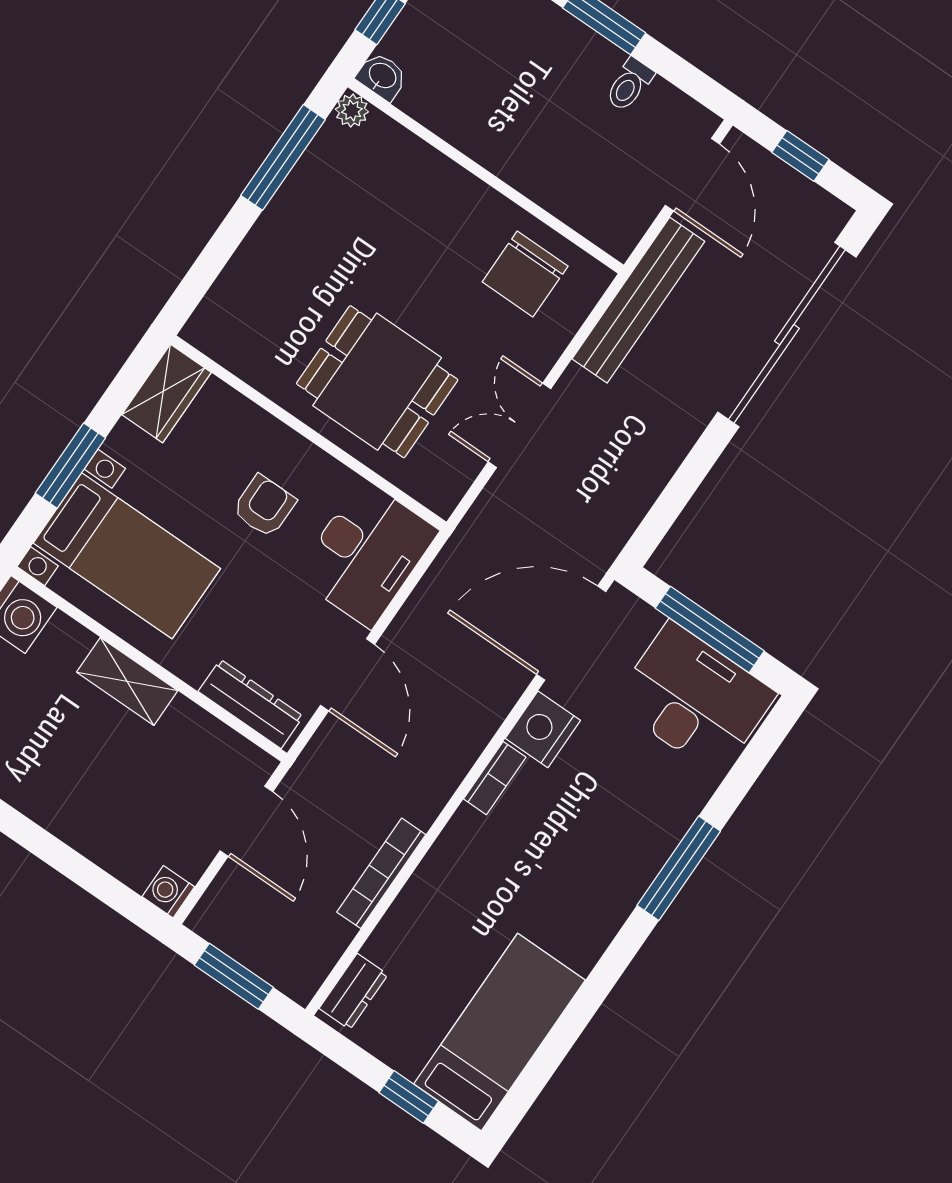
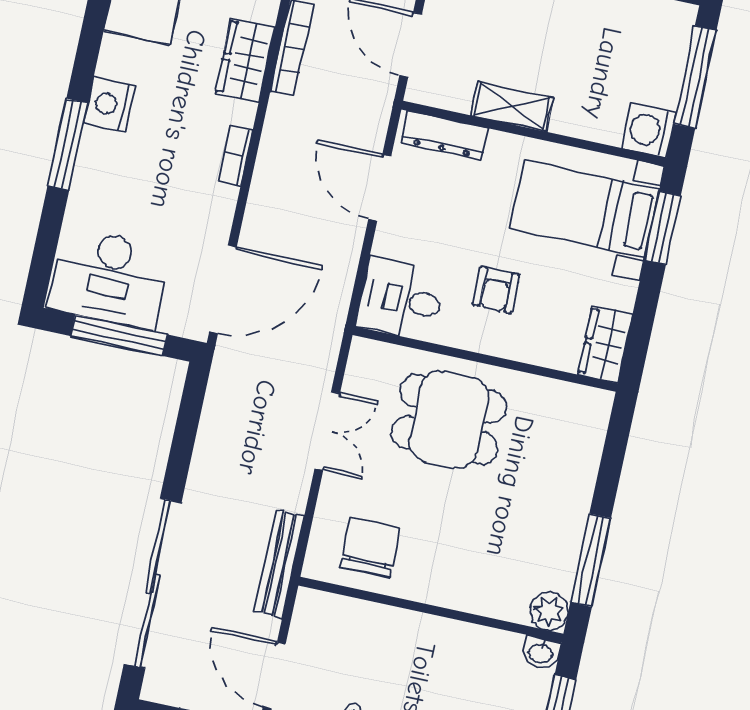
plant: (352, 111) -> (549, 611), width x1.38, depth x1.38
bench: (638, 300) -> (279, 564), width x0.73, depth x0.82
window: (70, 466) -> (662, 228), moved
desk: (367, 553) -> (400, 299), width x0.73
shelving: (127, 681) -> (512, 107), moved
nightstand: (543, 729) -> (109, 104), moved, turned 180
wardrobe: (440, 881) -> (245, 60), added

